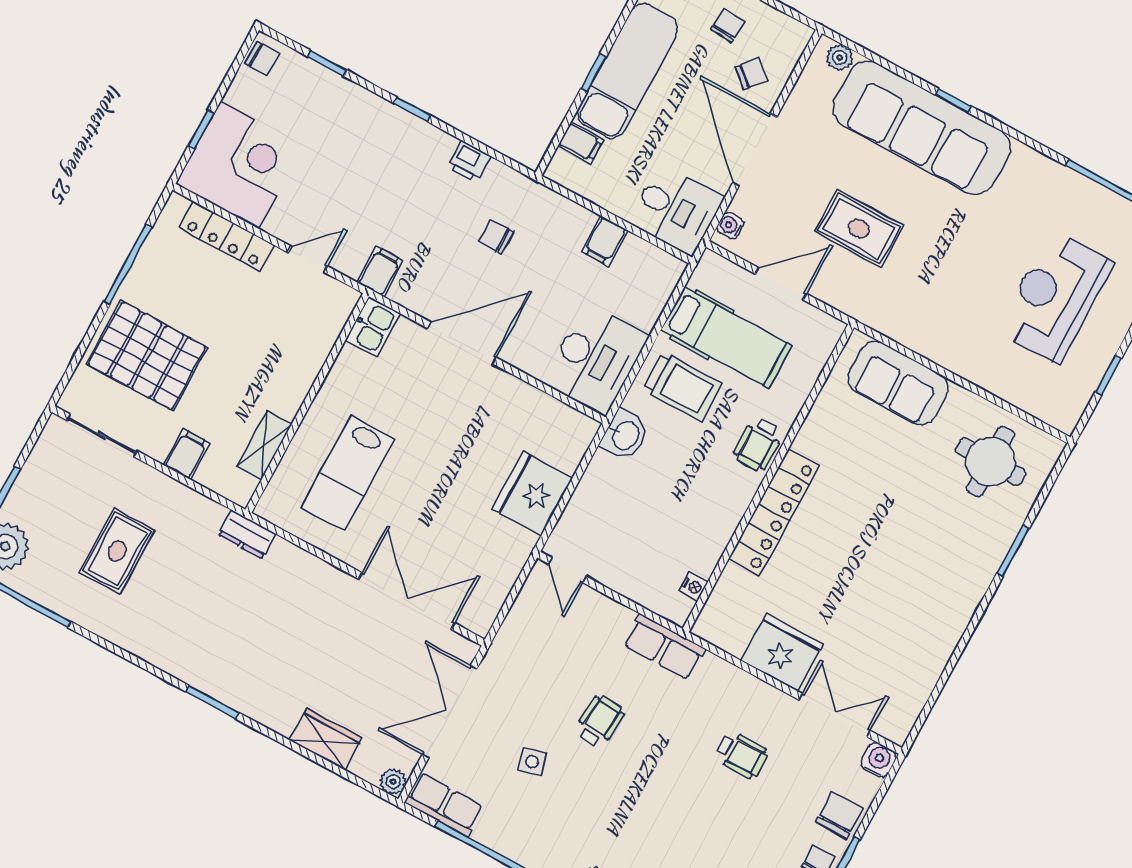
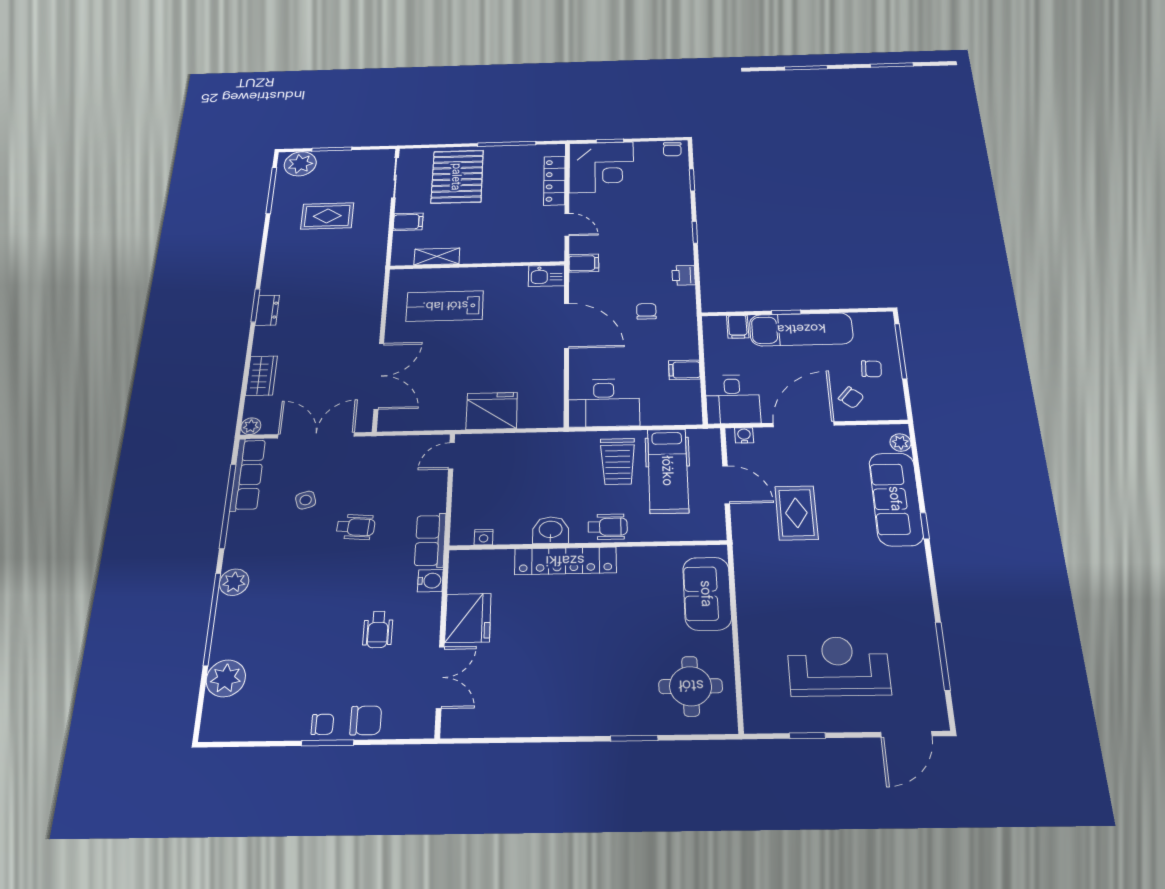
sofa: (922, 128) -> (896, 499), width x0.74, depth x0.79
washbasin: (625, 435) -> (551, 530), moved, turned 180
wheelchair: (758, 444) -> (608, 527), turned 180
dresser: (247, 534) -> (267, 310), moved, turned 180
water cooler: (879, 760) -> (430, 581), moved
row of seats: (444, 805) -> (248, 475), width x1.48

